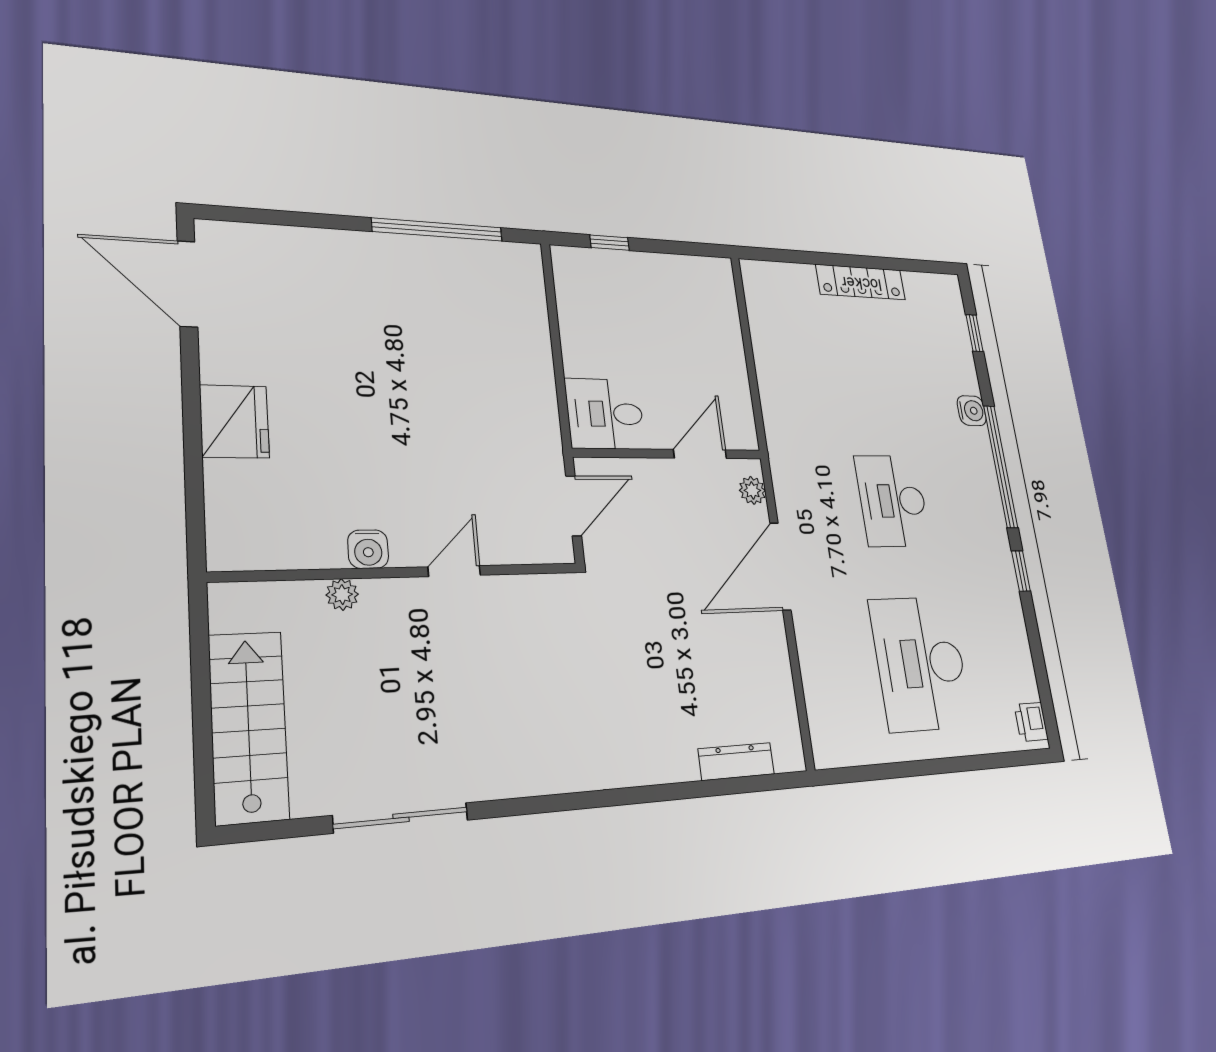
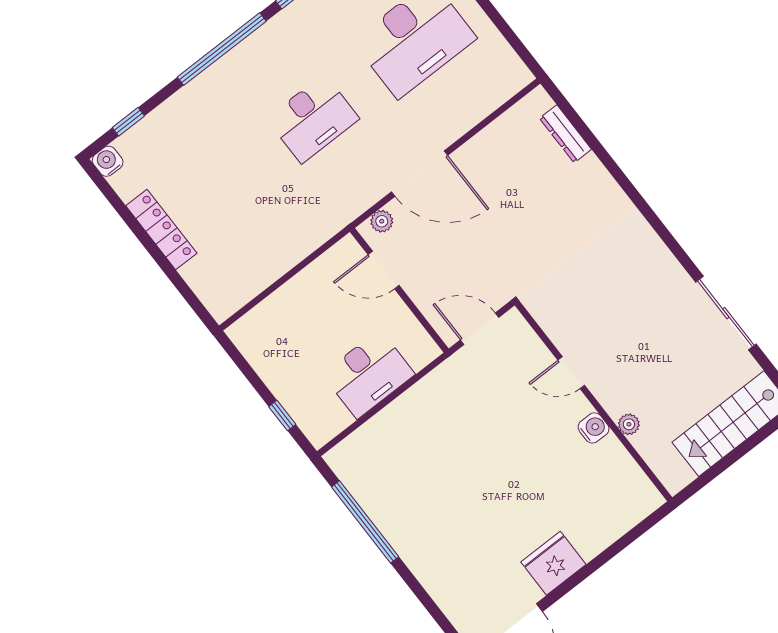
water cooler: (972, 411) -> (108, 161), moved
desk: (605, 414) -> (368, 374), moved, width x1.37
fridge: (234, 421) -> (553, 563), moved

